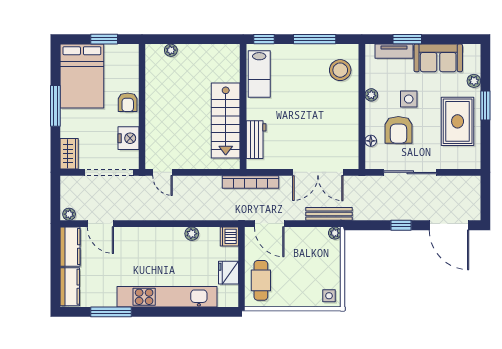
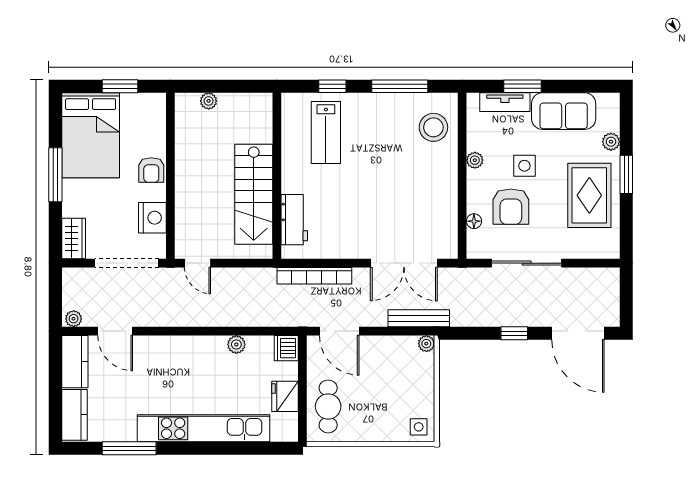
wall: (243, 107) -> (277, 176), moved
stairs: (226, 120) -> (254, 194), moved
workbench: (256, 140) -> (294, 220), moved

